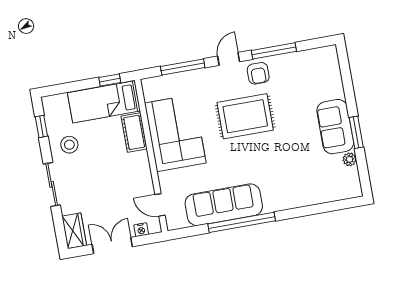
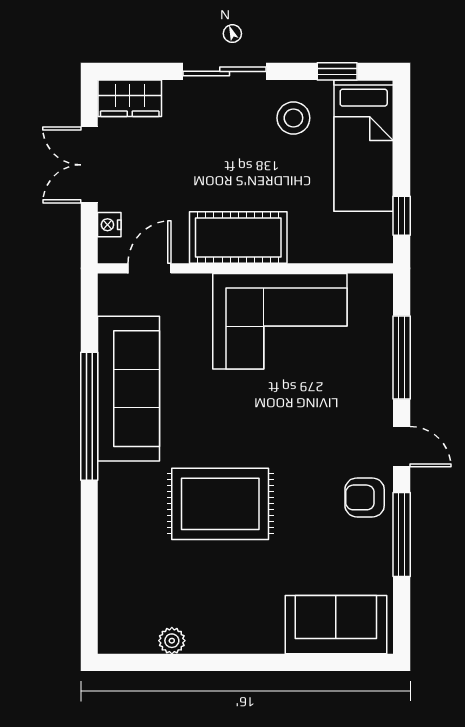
bed: (104, 102) -> (364, 146), moved, turned 180
rug: (245, 116) -> (220, 504), moved, turned 90
sofa: (335, 127) -> (336, 625), moved
cot: (134, 132) -> (238, 237), moved, width x1.37, depth x1.34
window: (356, 132) -> (221, 662), removed
double door: (112, 245) -> (89, 165), swing flipped

